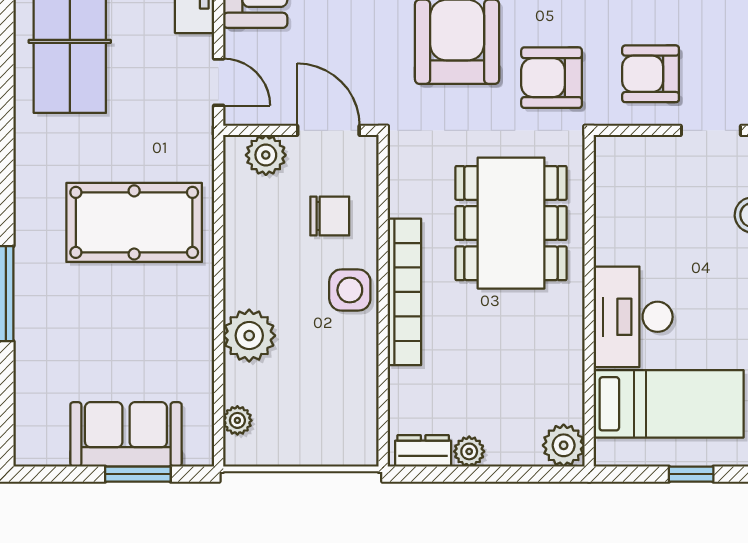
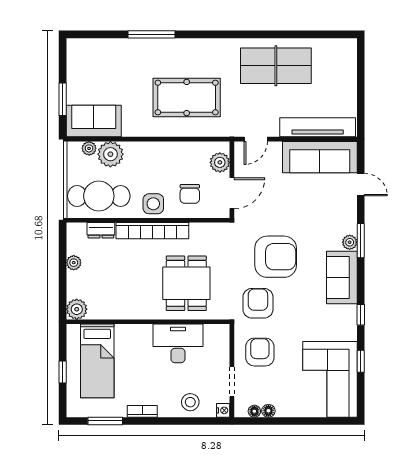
pool table: (134, 222) -> (187, 97), turned 90
dining table: (511, 223) -> (186, 283), width x0.73
desk: (633, 317) -> (178, 343), moved
plant: (249, 336) -> (110, 154), moved
cafe table: (334, 400) -> (99, 196), added
sofa: (126, 434) -> (94, 121), moved, turned -90
dresser: (423, 451) -> (101, 230), moved, turned 90

